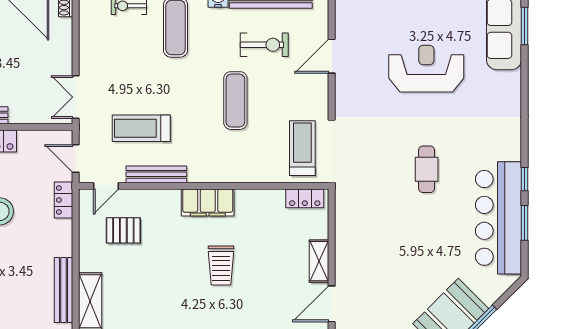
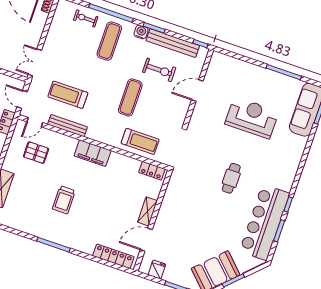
treadmill: (302, 148) -> (140, 141), moved, turned 90
trolley: (221, 265) -> (64, 200), moved

